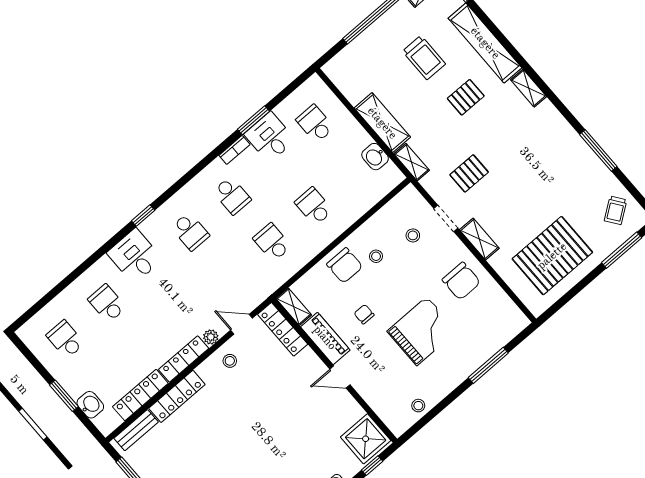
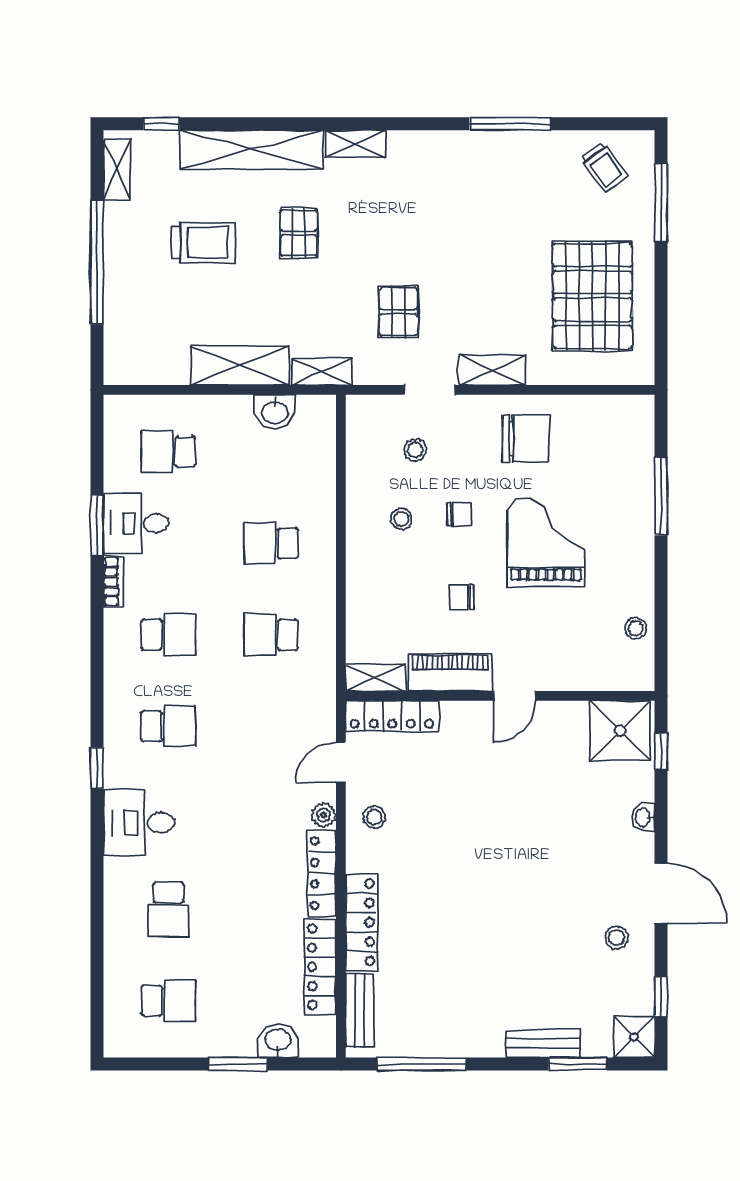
chair: (345, 265) -> (459, 514), moved, width x0.54, depth x0.54
school desk: (107, 303) -> (168, 909), turned -90
school desk: (65, 339) -> (168, 1001), turned 180

